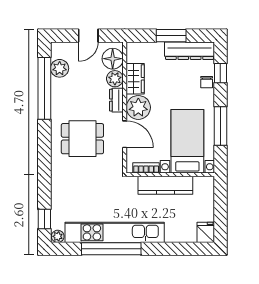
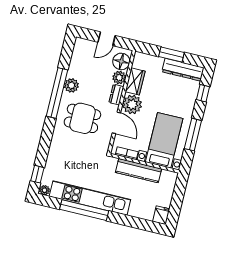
plant: (60, 68) -> (71, 85), moved
chair: (207, 82) -> (190, 98), removed
window: (44, 88) -> (57, 93), moved

